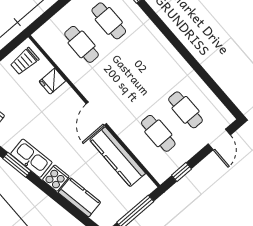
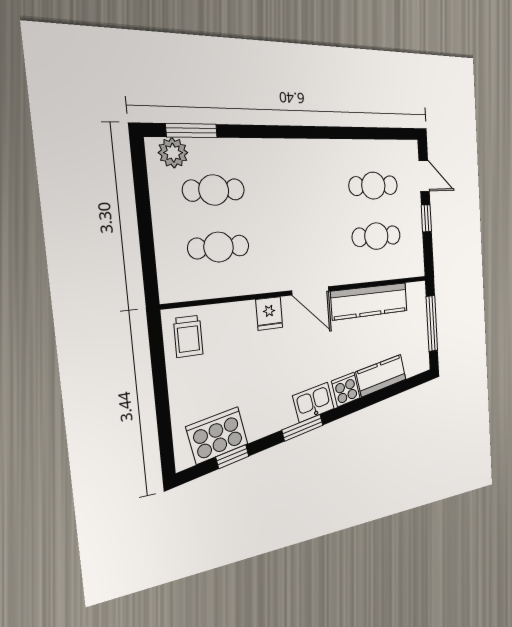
fridge: (52, 81) -> (269, 313), moved
kitchen sink: (31, 158) -> (314, 402), width x0.73
window: (182, 172) -> (426, 218), moved

